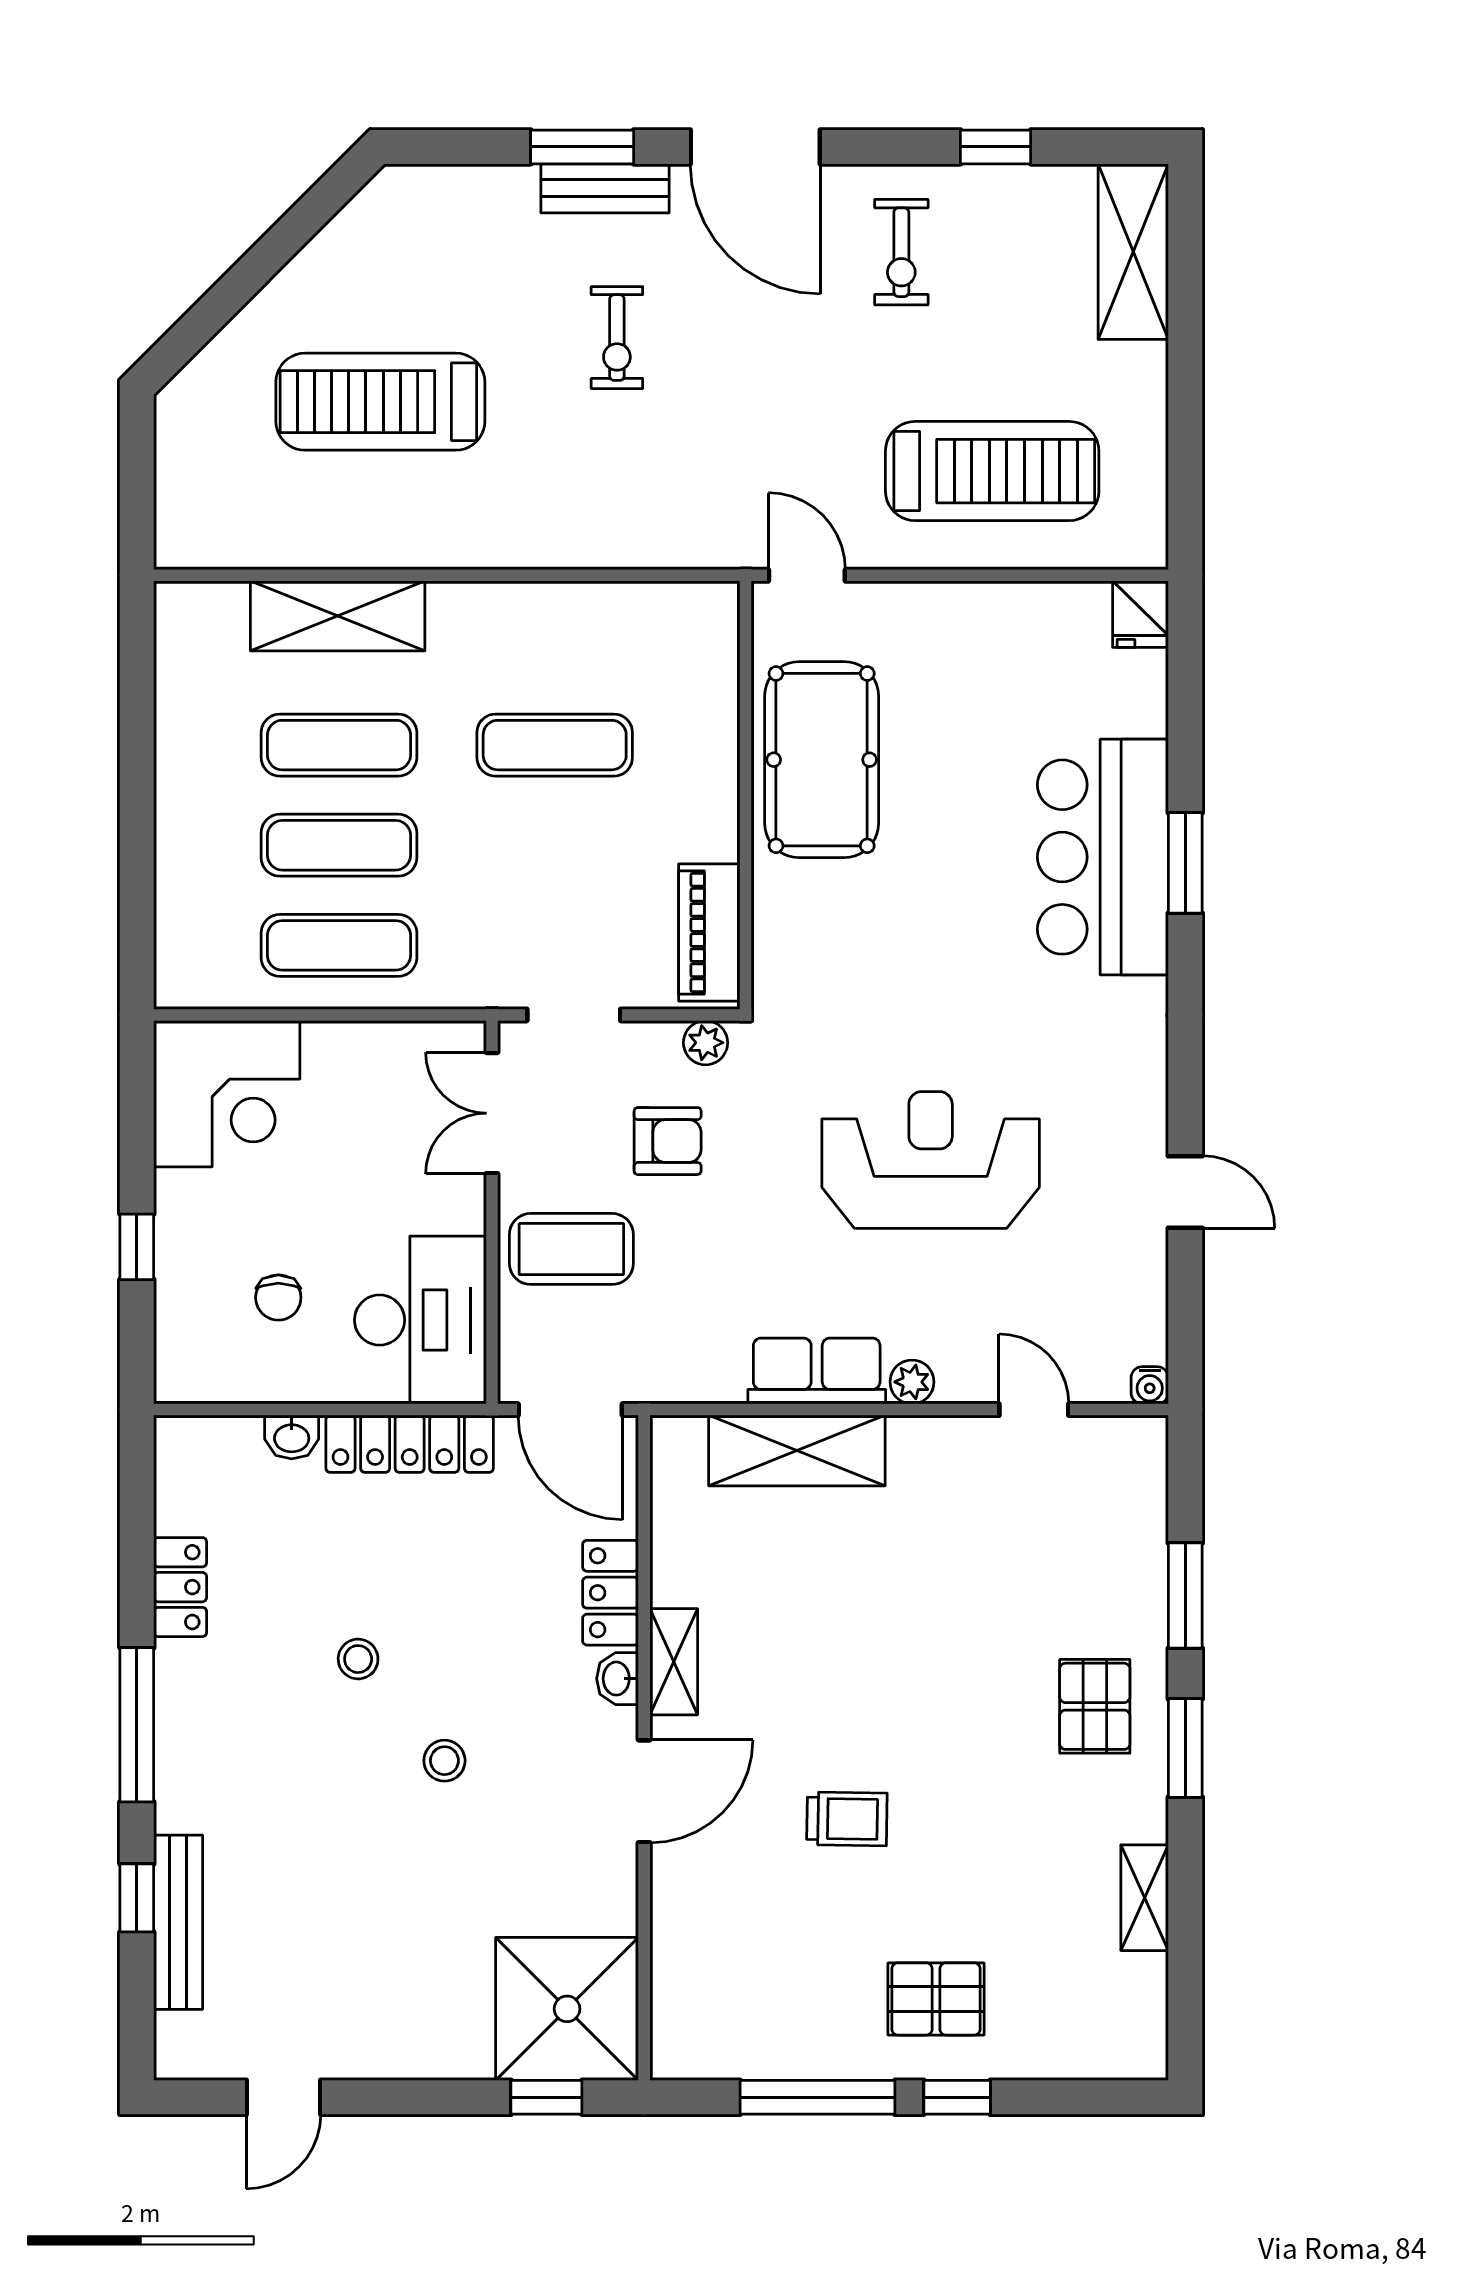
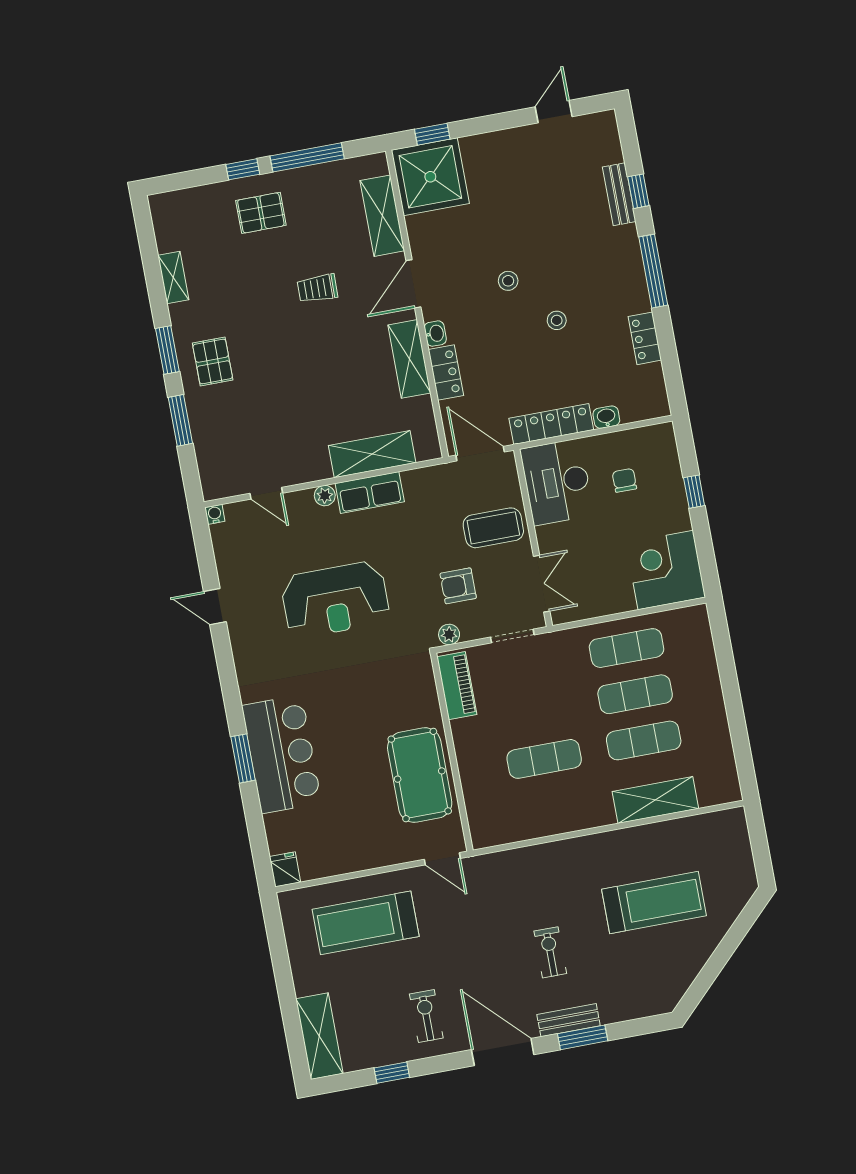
shelving: (674, 1662) -> (409, 359), width x1.50, depth x1.33
bench: (178, 1922) -> (619, 194), width x0.73
shelving: (683, 1946) -> (382, 216), added

